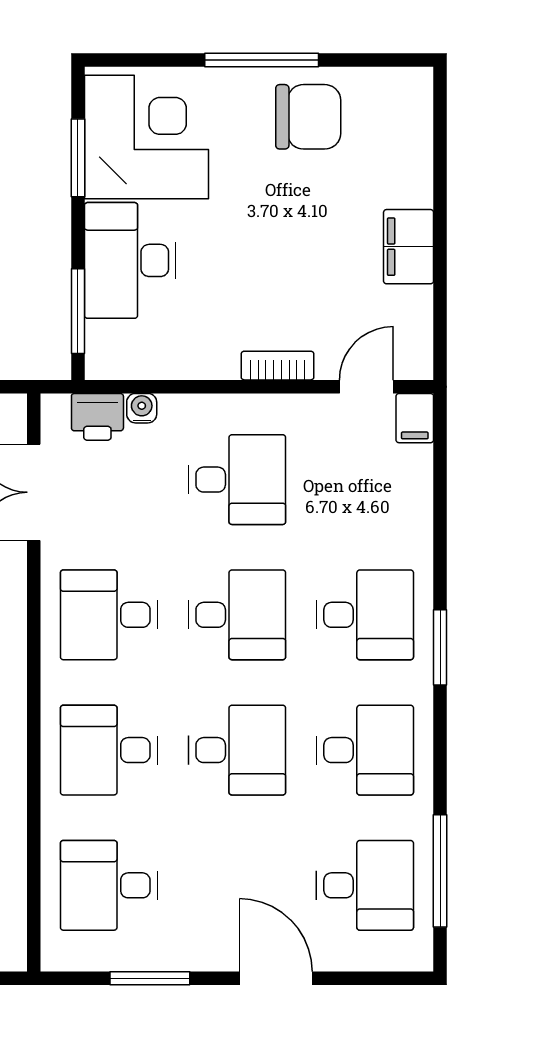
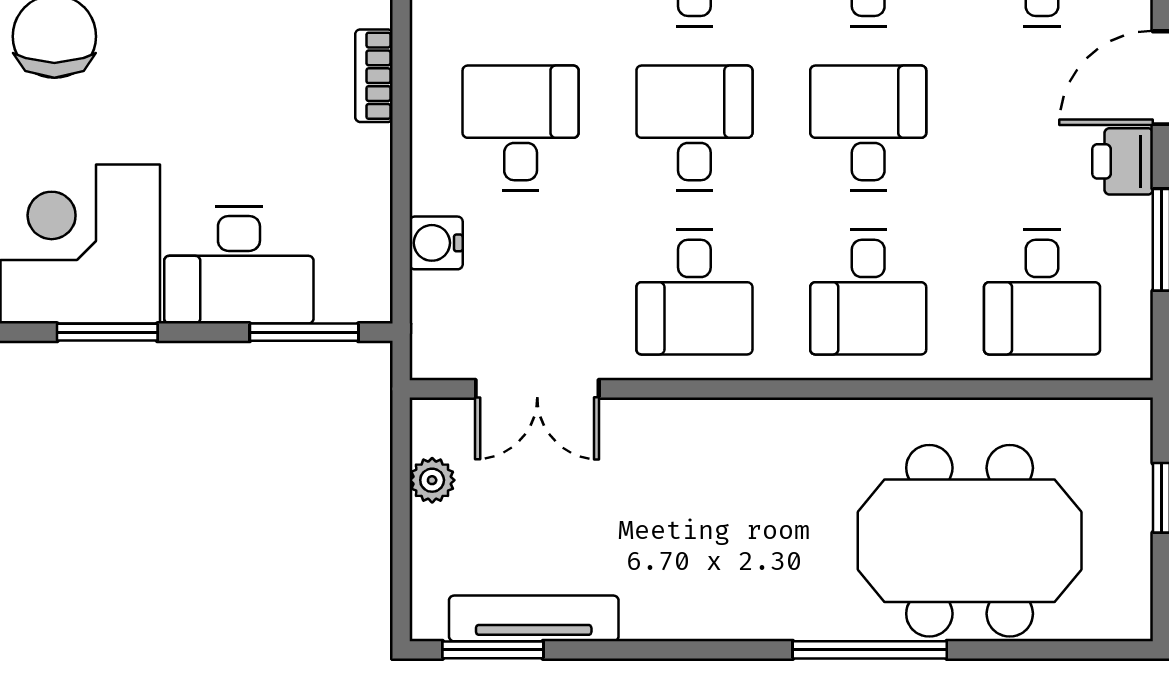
water cooler: (142, 408) -> (436, 243), width x1.38, depth x1.38
printer: (97, 417) -> (1123, 161), moved, turned 180

